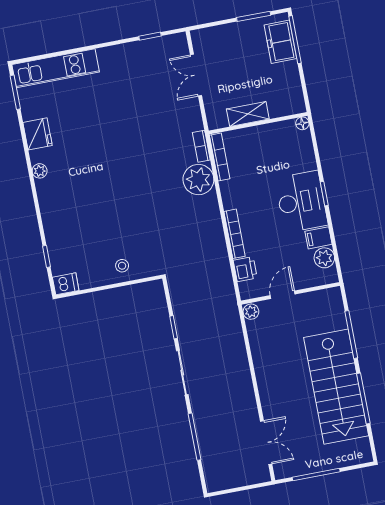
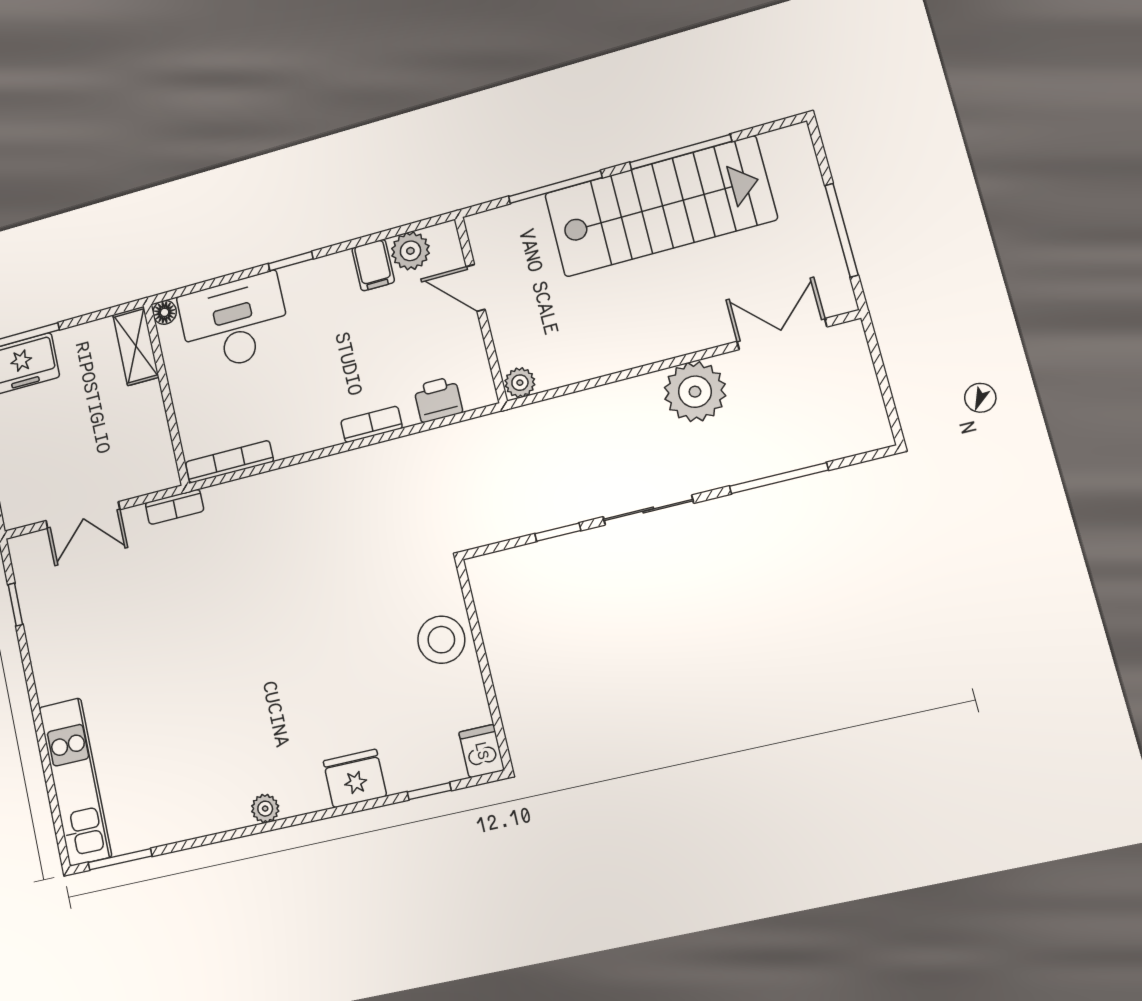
shelving: (248, 114) -> (136, 346), moved
fridge: (38, 134) -> (355, 779), moved
bookcase: (201, 146) -> (175, 507), moved
plant: (198, 180) -> (695, 392), moved
desk: (301, 202) -> (234, 323), moved
bookcase: (234, 234) -> (372, 424), width x0.64
stool: (122, 266) -> (441, 640), width x1.89, depth x1.89
door: (283, 295) -> (476, 288), moved

